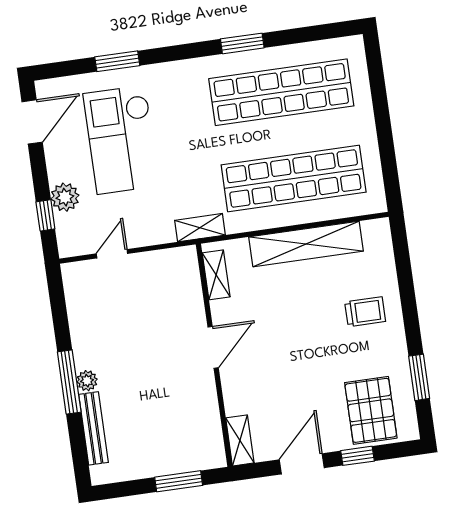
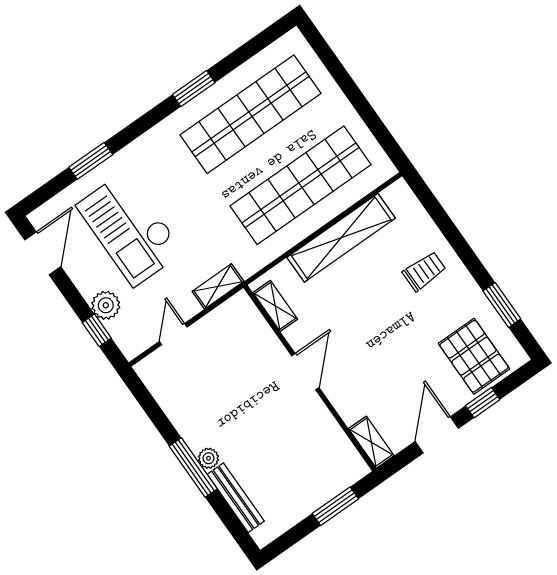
shelving: (200, 228) -> (218, 286), moved

